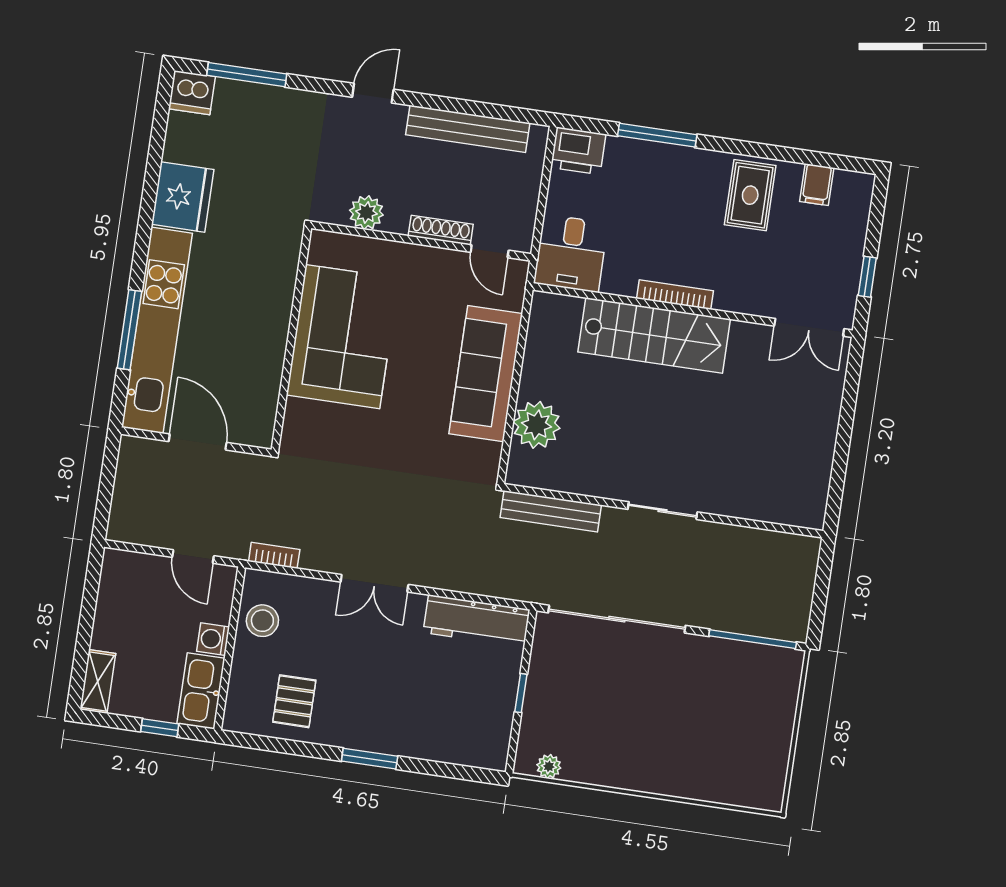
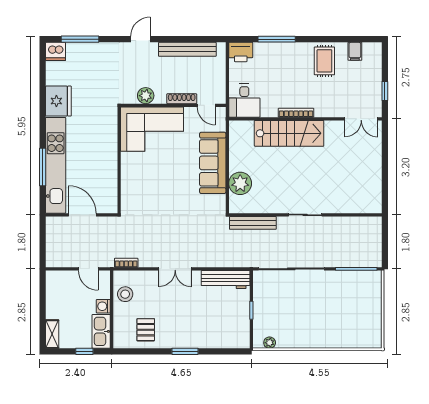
corner sofa: (343, 337) -> (152, 129), moved, turned 90

